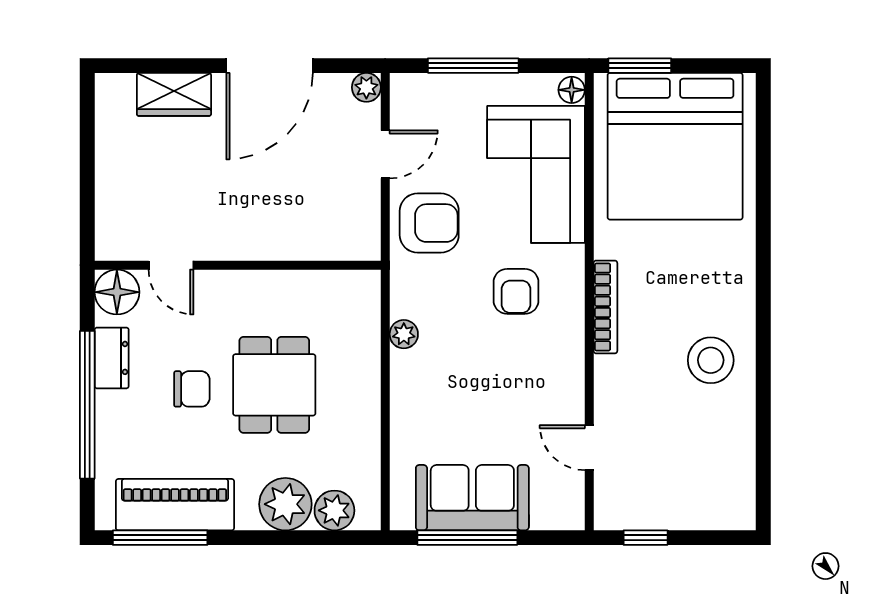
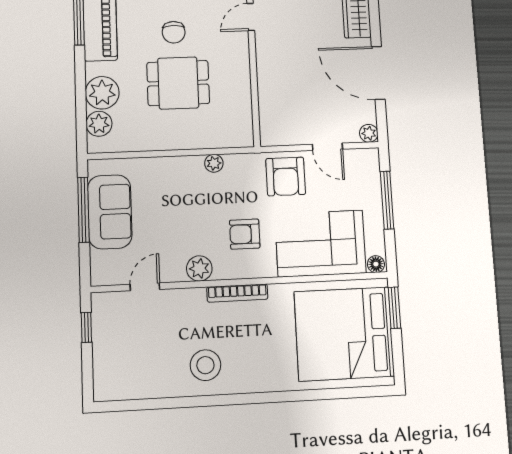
plant: (565, 364) -> (199, 268), added

